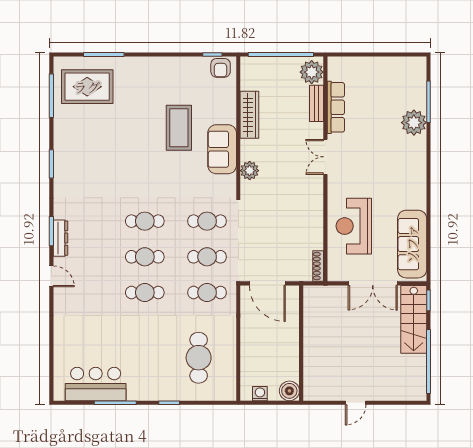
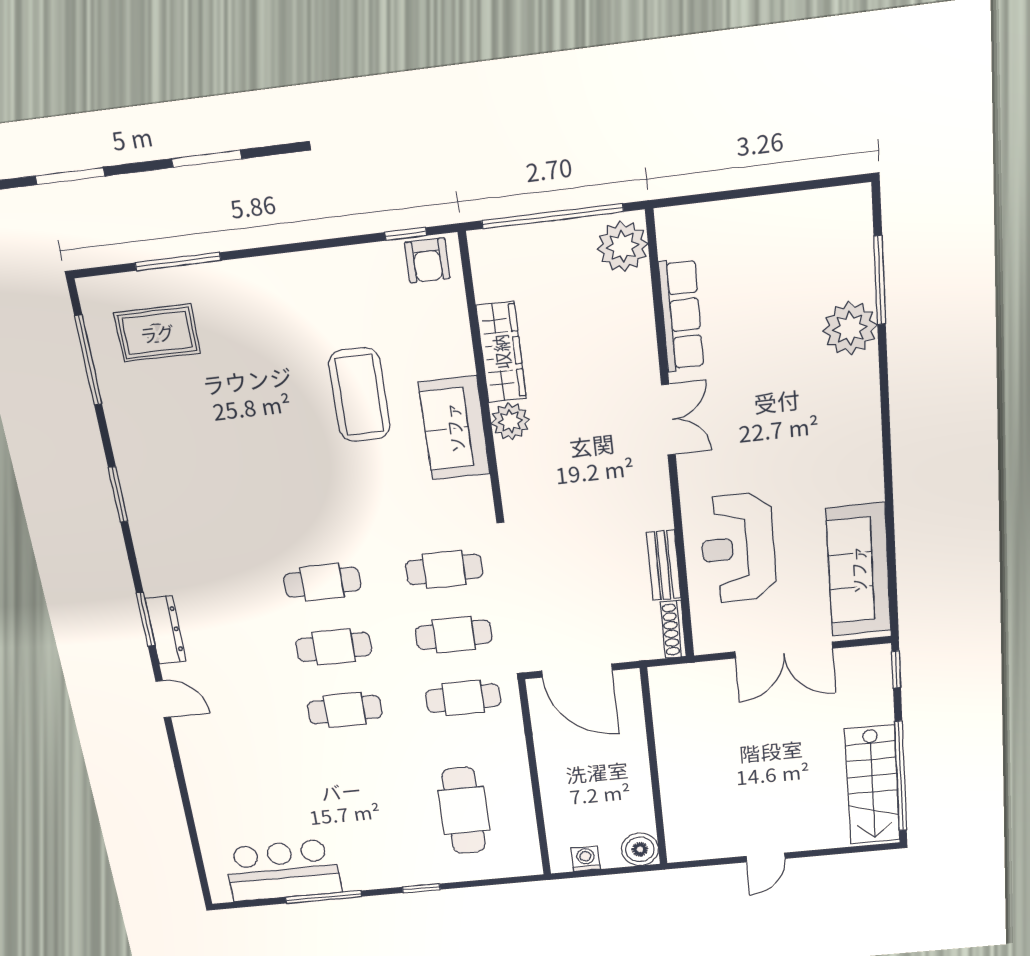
rug: (87, 87) -> (157, 333), width x0.73, depth x0.70
bench: (316, 103) -> (664, 565), moved
double door: (325, 157) -> (668, 420), swing flipped
plant: (250, 171) -> (510, 421), moved
stairs: (414, 319) -> (872, 785), moved

